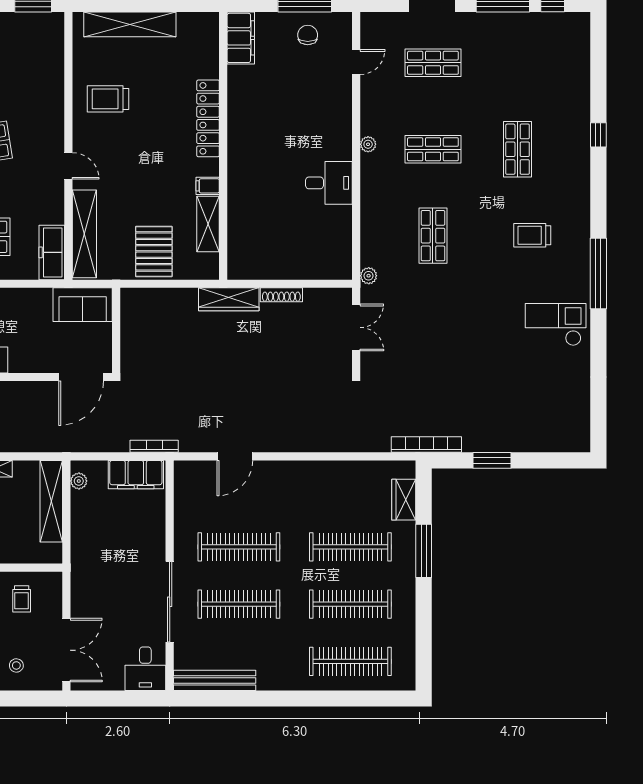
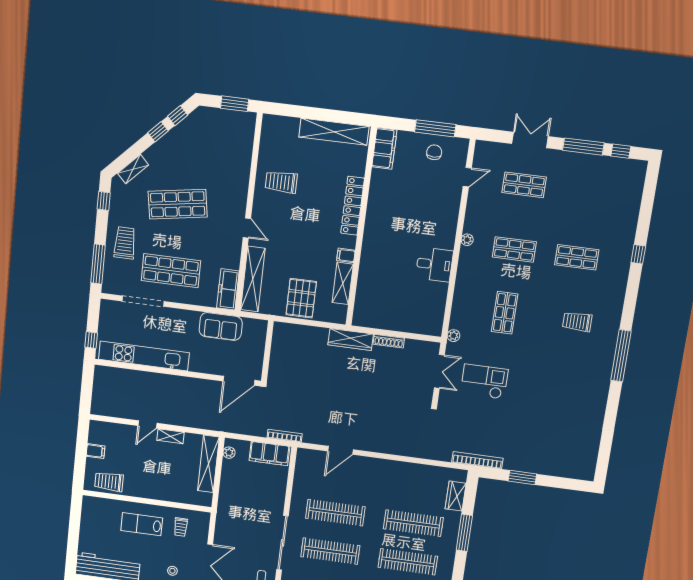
shelving: (130, 24) -> (334, 132), moved
shop shelf: (518, 149) -> (577, 257), turned 90
sofa: (83, 305) -> (221, 326), moved
checkout: (556, 324) -> (484, 382), moved

